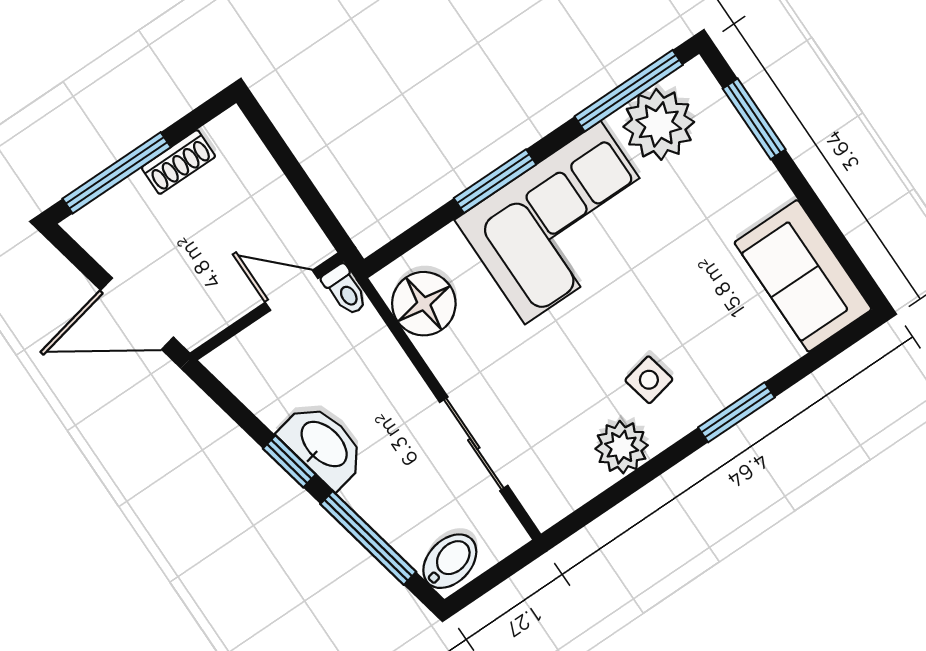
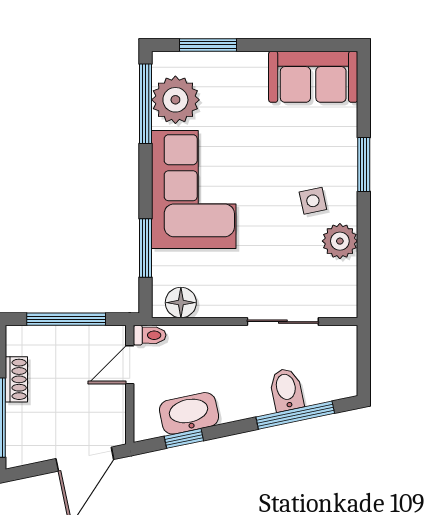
window: (295, 173) -> (66, 319), added
window: (495, 181) -> (146, 248), moved
floor lamp: (424, 304) -> (181, 303), width x0.73, depth x0.73
washbasin: (323, 445) -> (189, 413), moved
window: (289, 461) -> (184, 438), moved
bidet: (450, 561) -> (286, 390), moved

